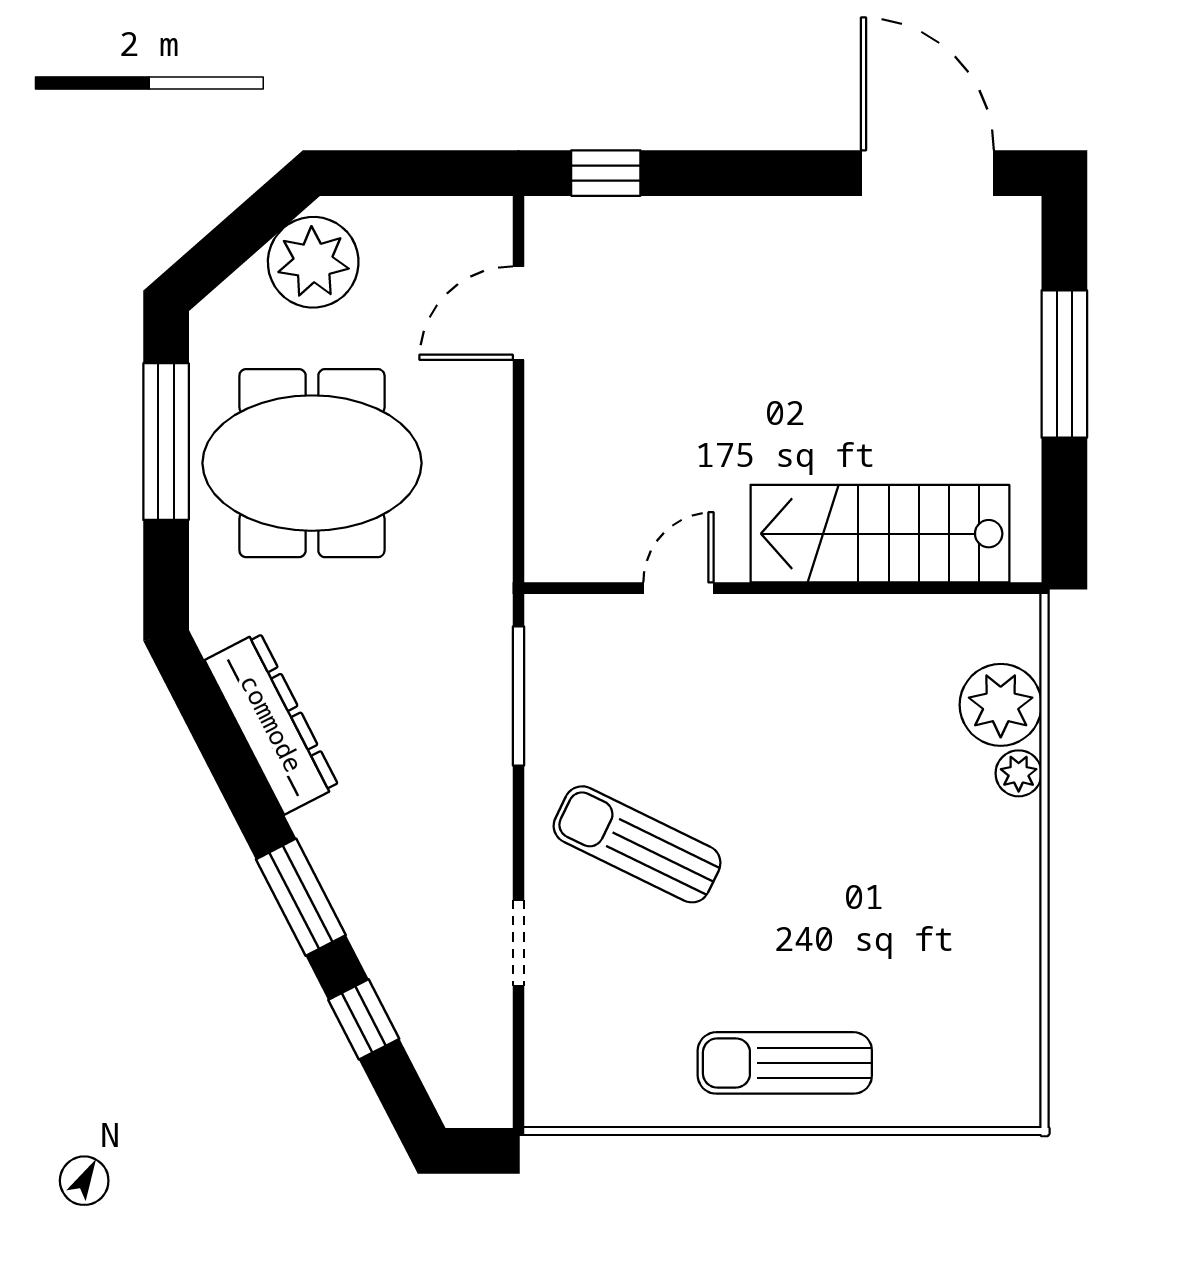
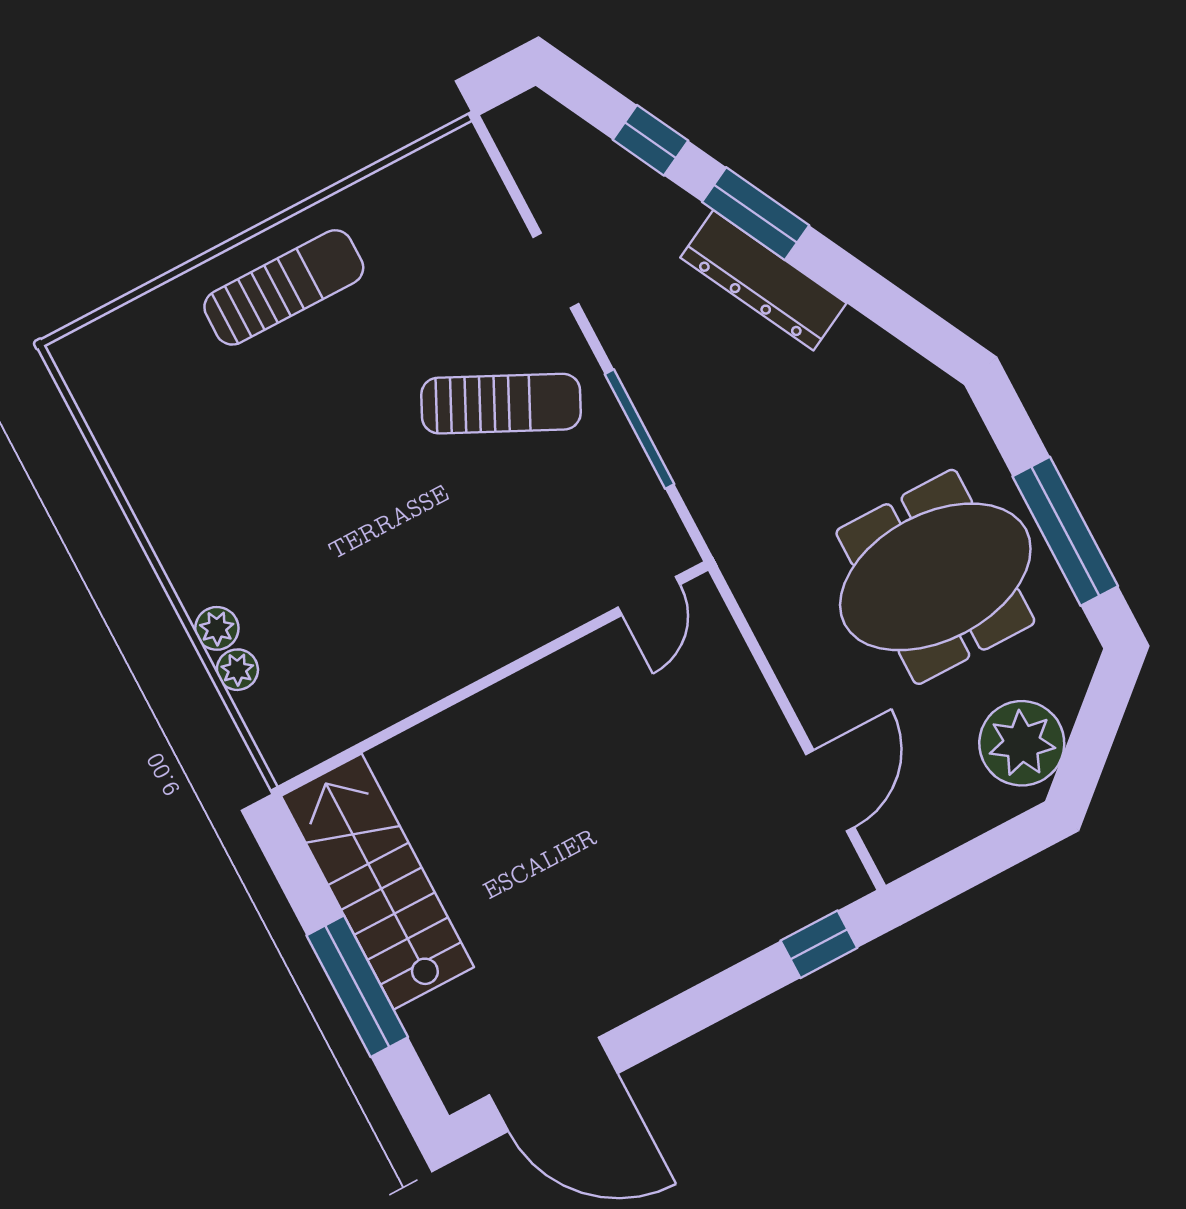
stairs: (880, 534) -> (378, 882), moved, turned -90
door: (678, 588) -> (649, 596), moved
window: (519, 696) -> (639, 429), moved
plant: (1001, 705) -> (237, 670), width x0.53, depth x0.53
dresser: (272, 723) -> (763, 280), moved

